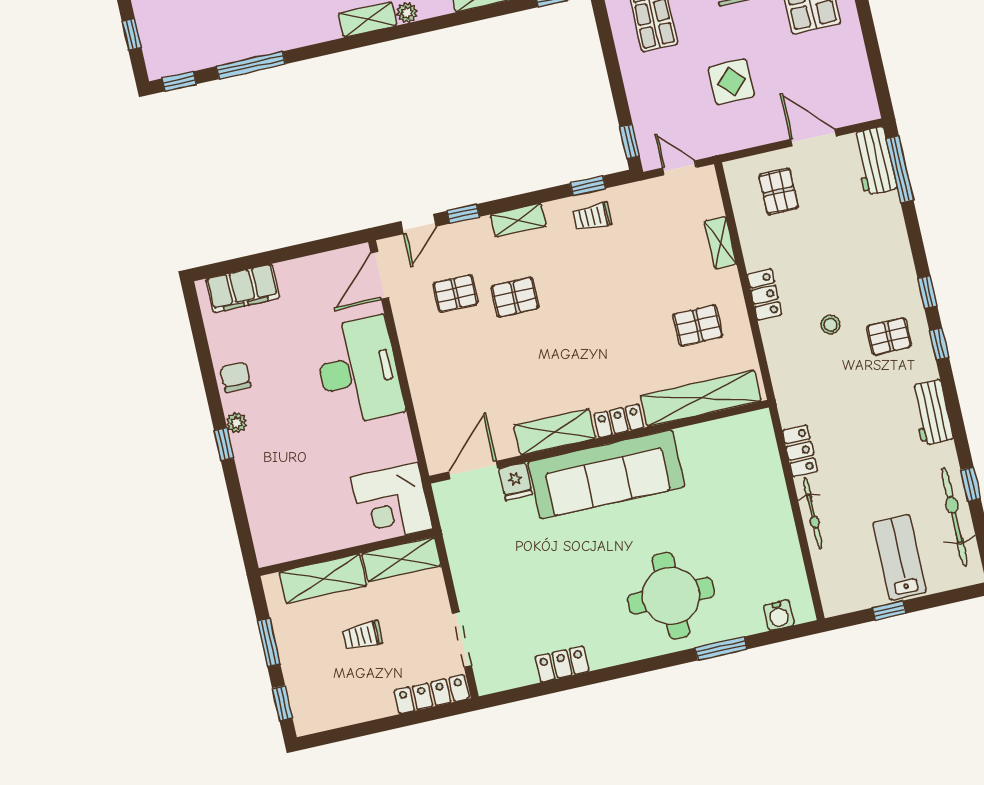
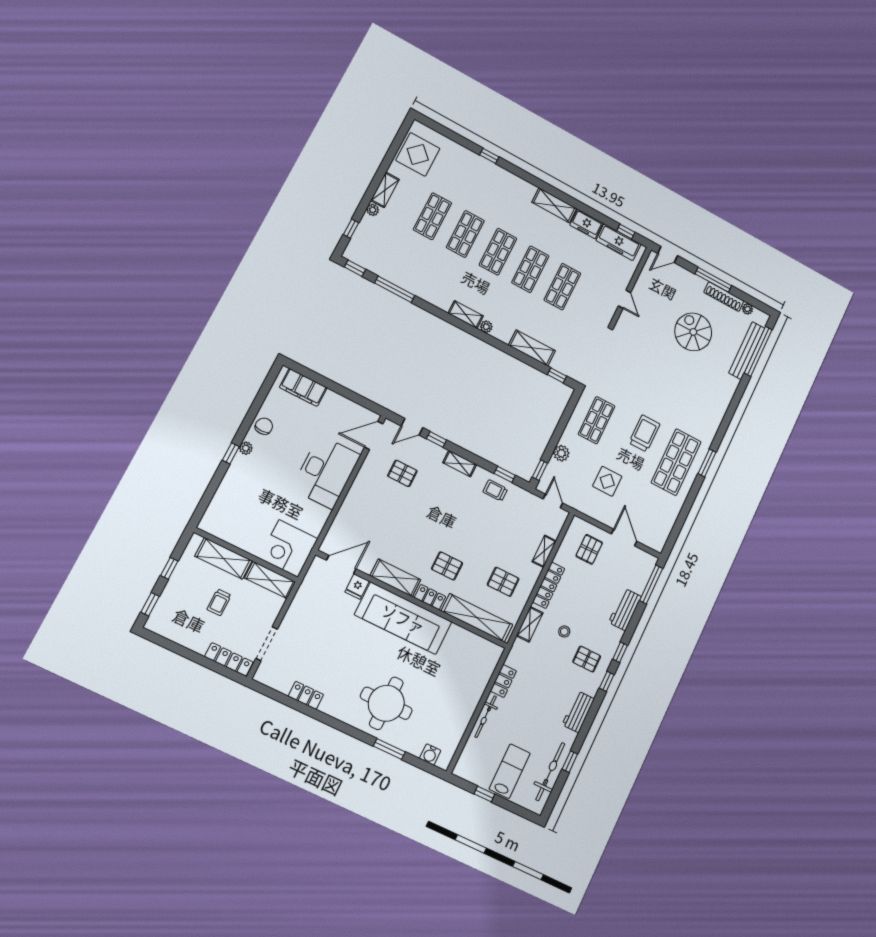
plant: (640, 96) -> (561, 453), added
workbench: (874, 161) -> (625, 609), moved
locker: (765, 295) -> (549, 585), width x1.53
pallet: (515, 297) -> (447, 566), moved
shelving: (777, 352) -> (530, 624), added
trolley: (362, 636) -> (219, 602), turned -90
window: (269, 643) -> (169, 568), width x0.67

